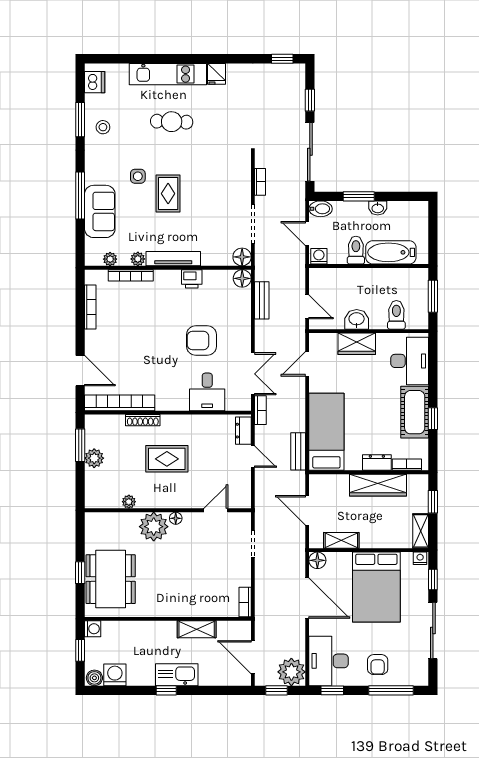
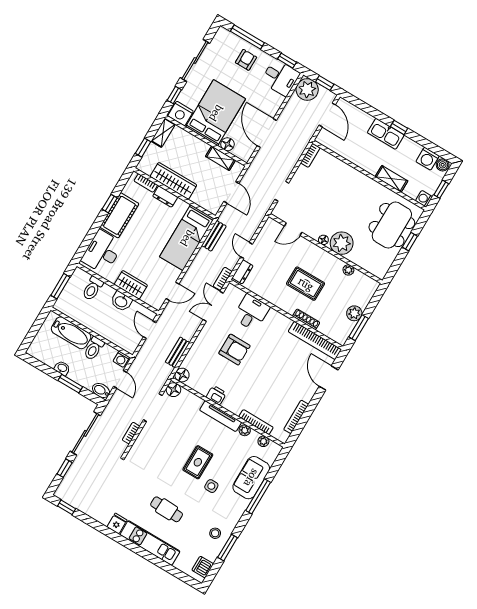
nightstand: (420, 558) -> (181, 114), width x1.89, depth x1.79
floor lamp: (317, 560) -> (227, 144), moved
shelving: (197, 629) -> (391, 179), moved
desk: (329, 661) -> (280, 77), width x0.73

